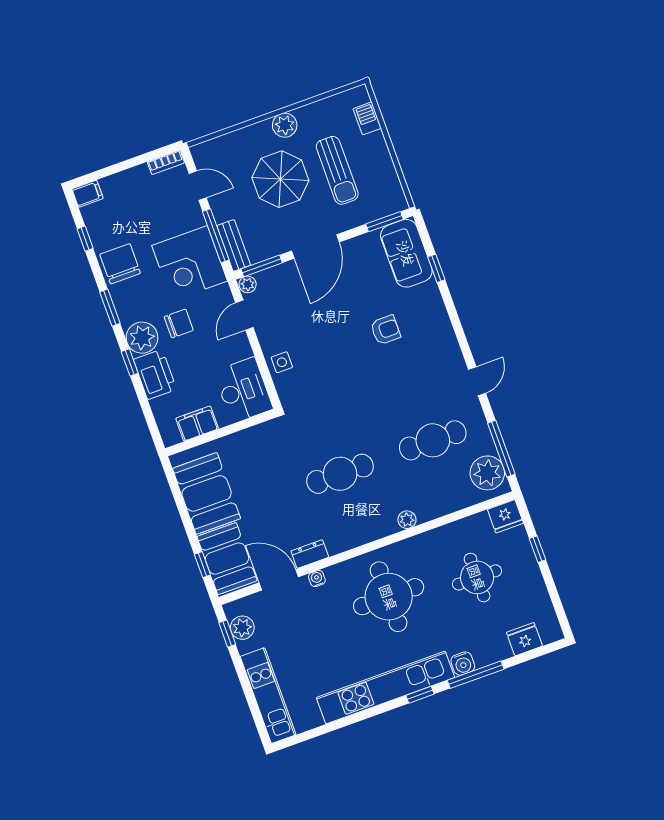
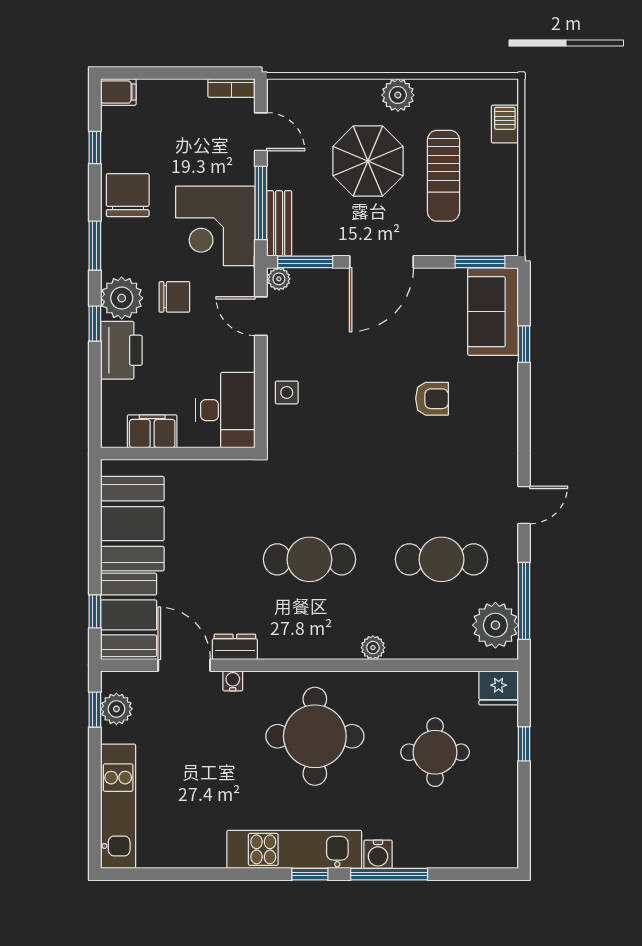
door: (244, 315) -> (261, 316), hinge flipped
fridge: (524, 639) -> (467, 851), removed
kitchen unit: (385, 688) -> (294, 849), width x0.73

